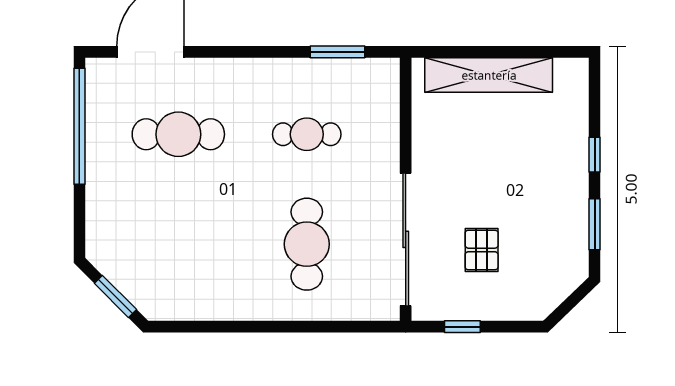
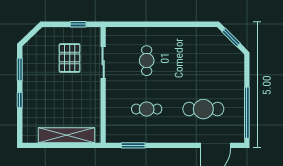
sliding door: (406, 239) -> (103, 63), width x0.54
cafe table: (307, 244) -> (147, 61), width x0.73, depth x0.74
pallet: (482, 250) -> (70, 58), width x1.50, depth x1.42

